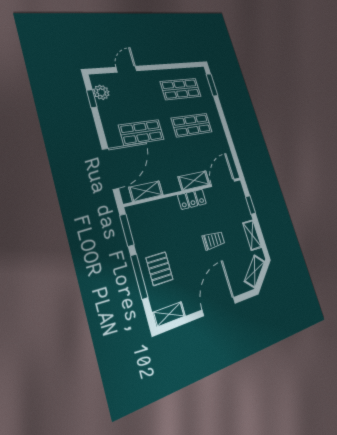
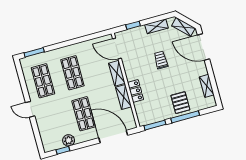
door: (126, 69) -> (30, 109), moved
plant: (101, 92) -> (69, 140), moved
shelving: (146, 191) -> (124, 97), moved
locker: (192, 199) -> (135, 91), moved
pallet: (159, 269) -> (180, 103), turned 90
door: (219, 306) -> (203, 47), moved
shelving: (169, 314) -> (207, 86), moved

